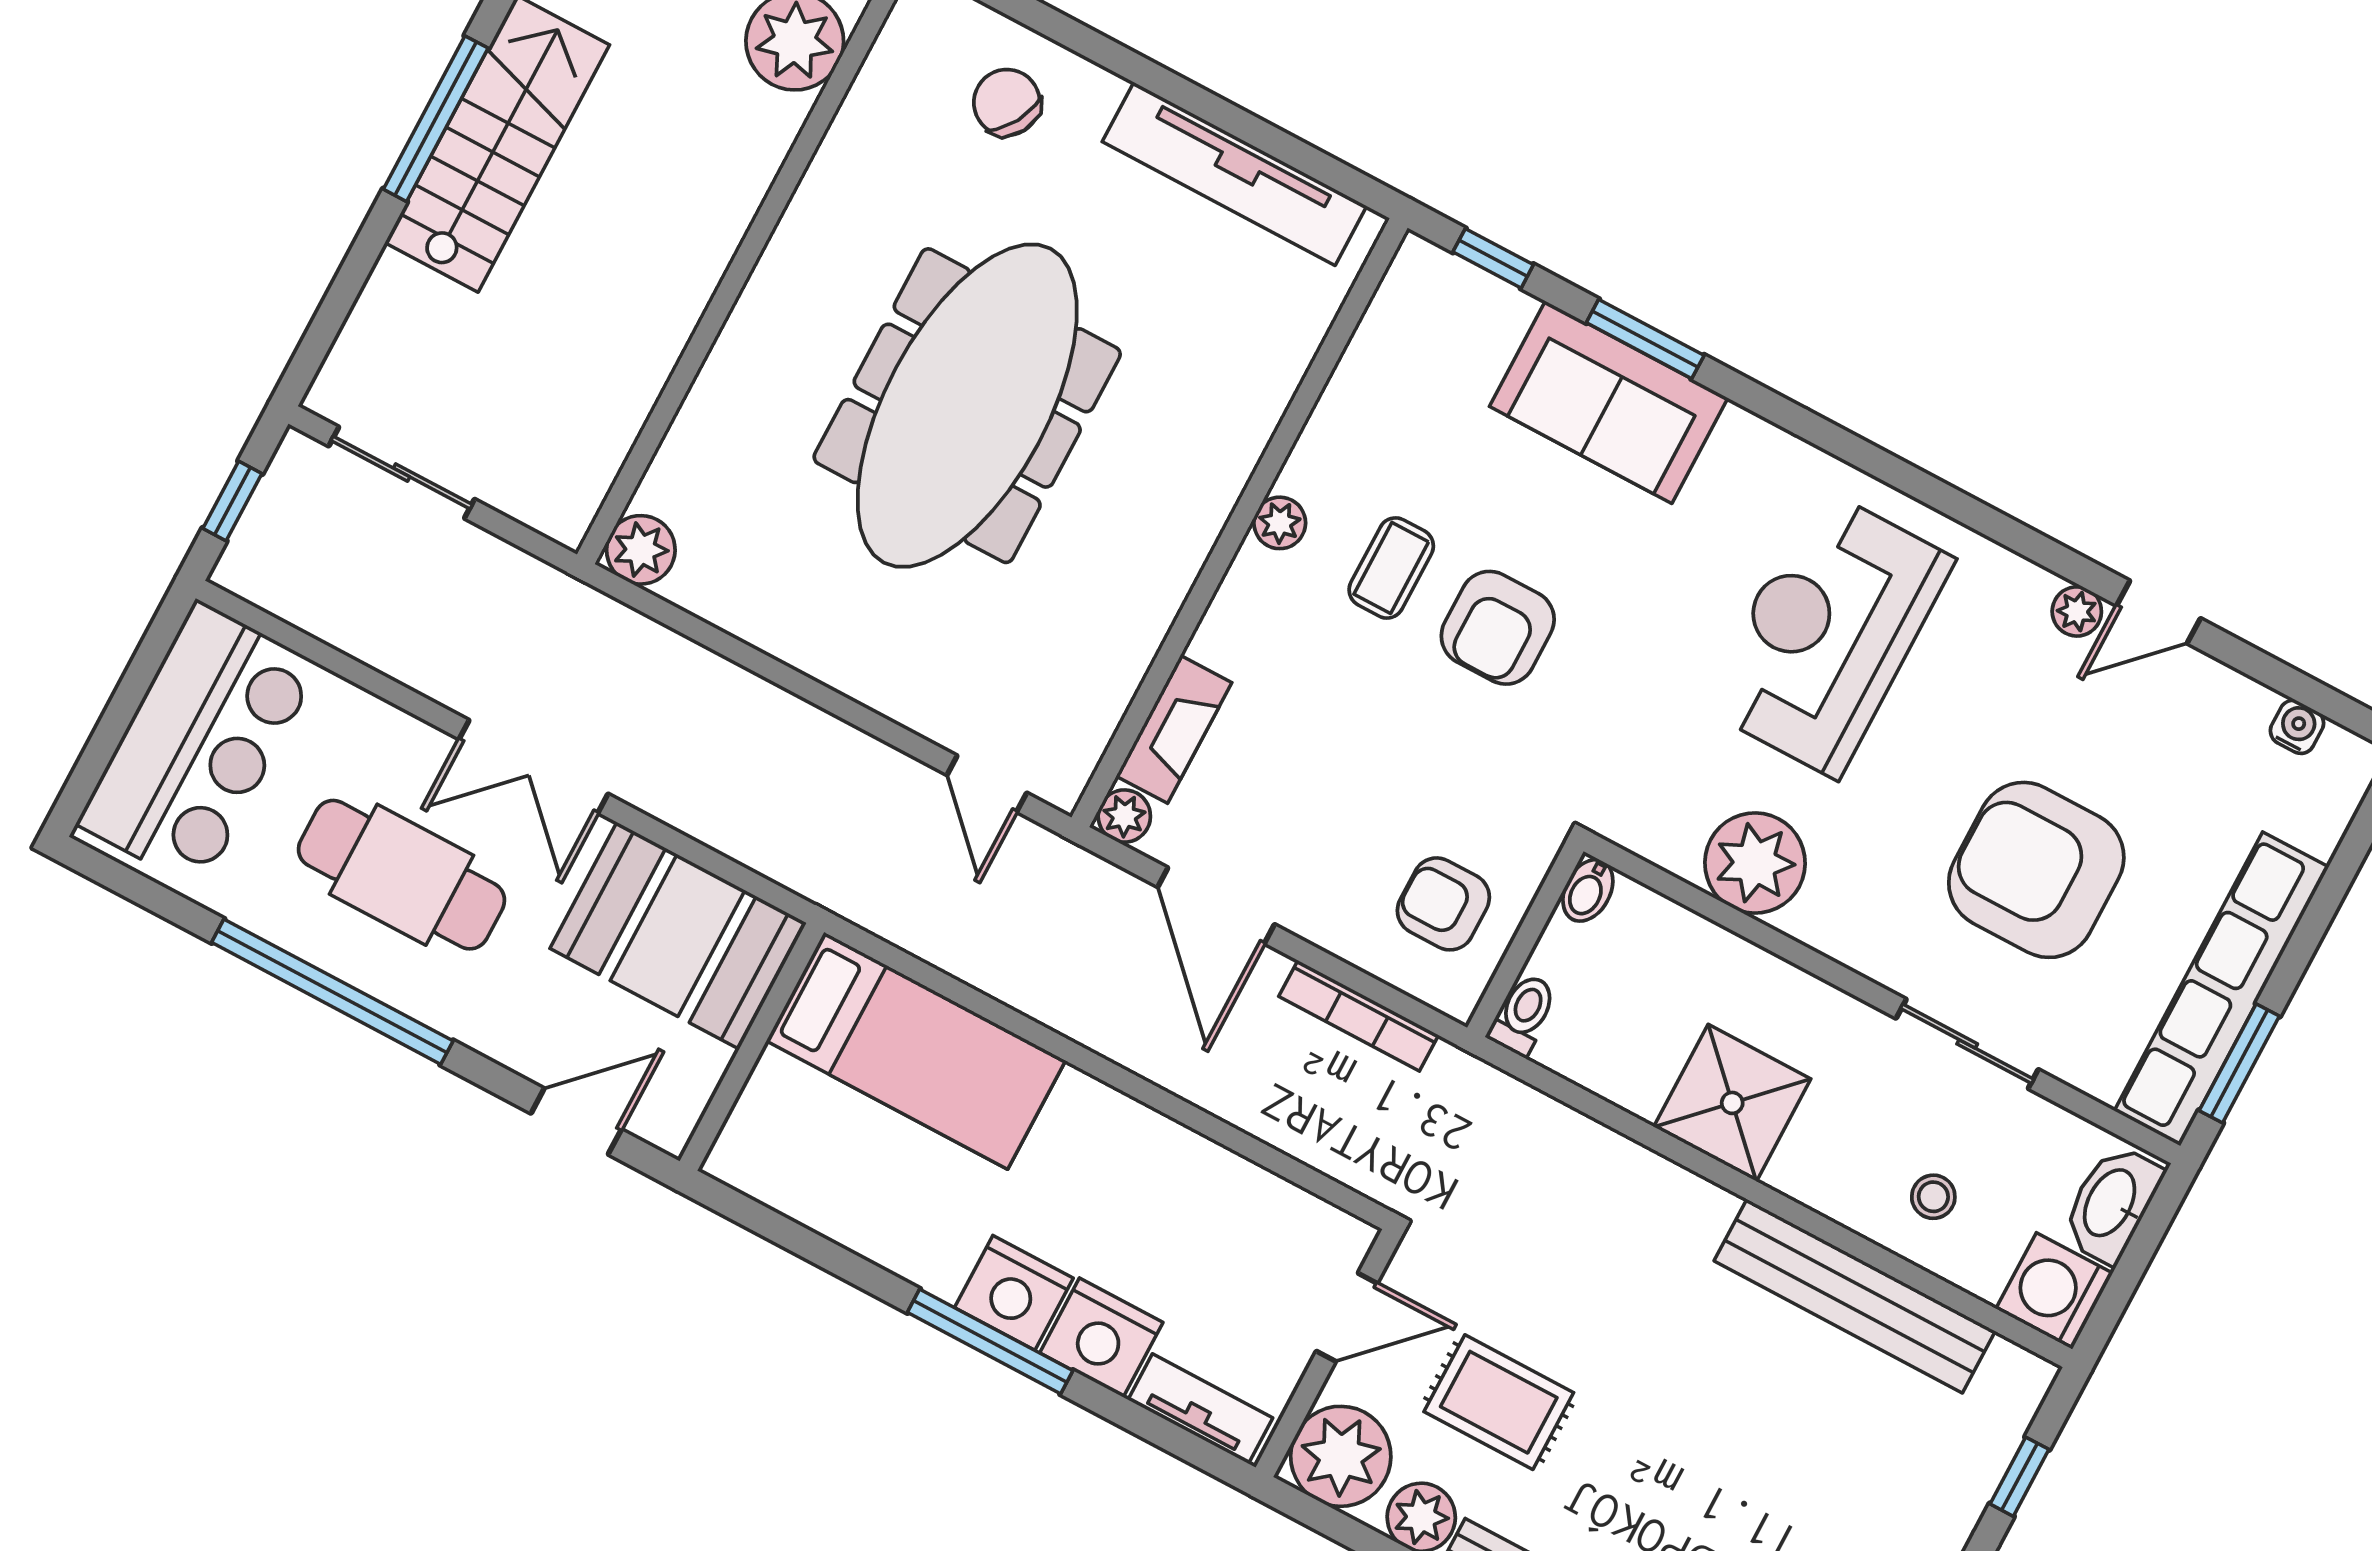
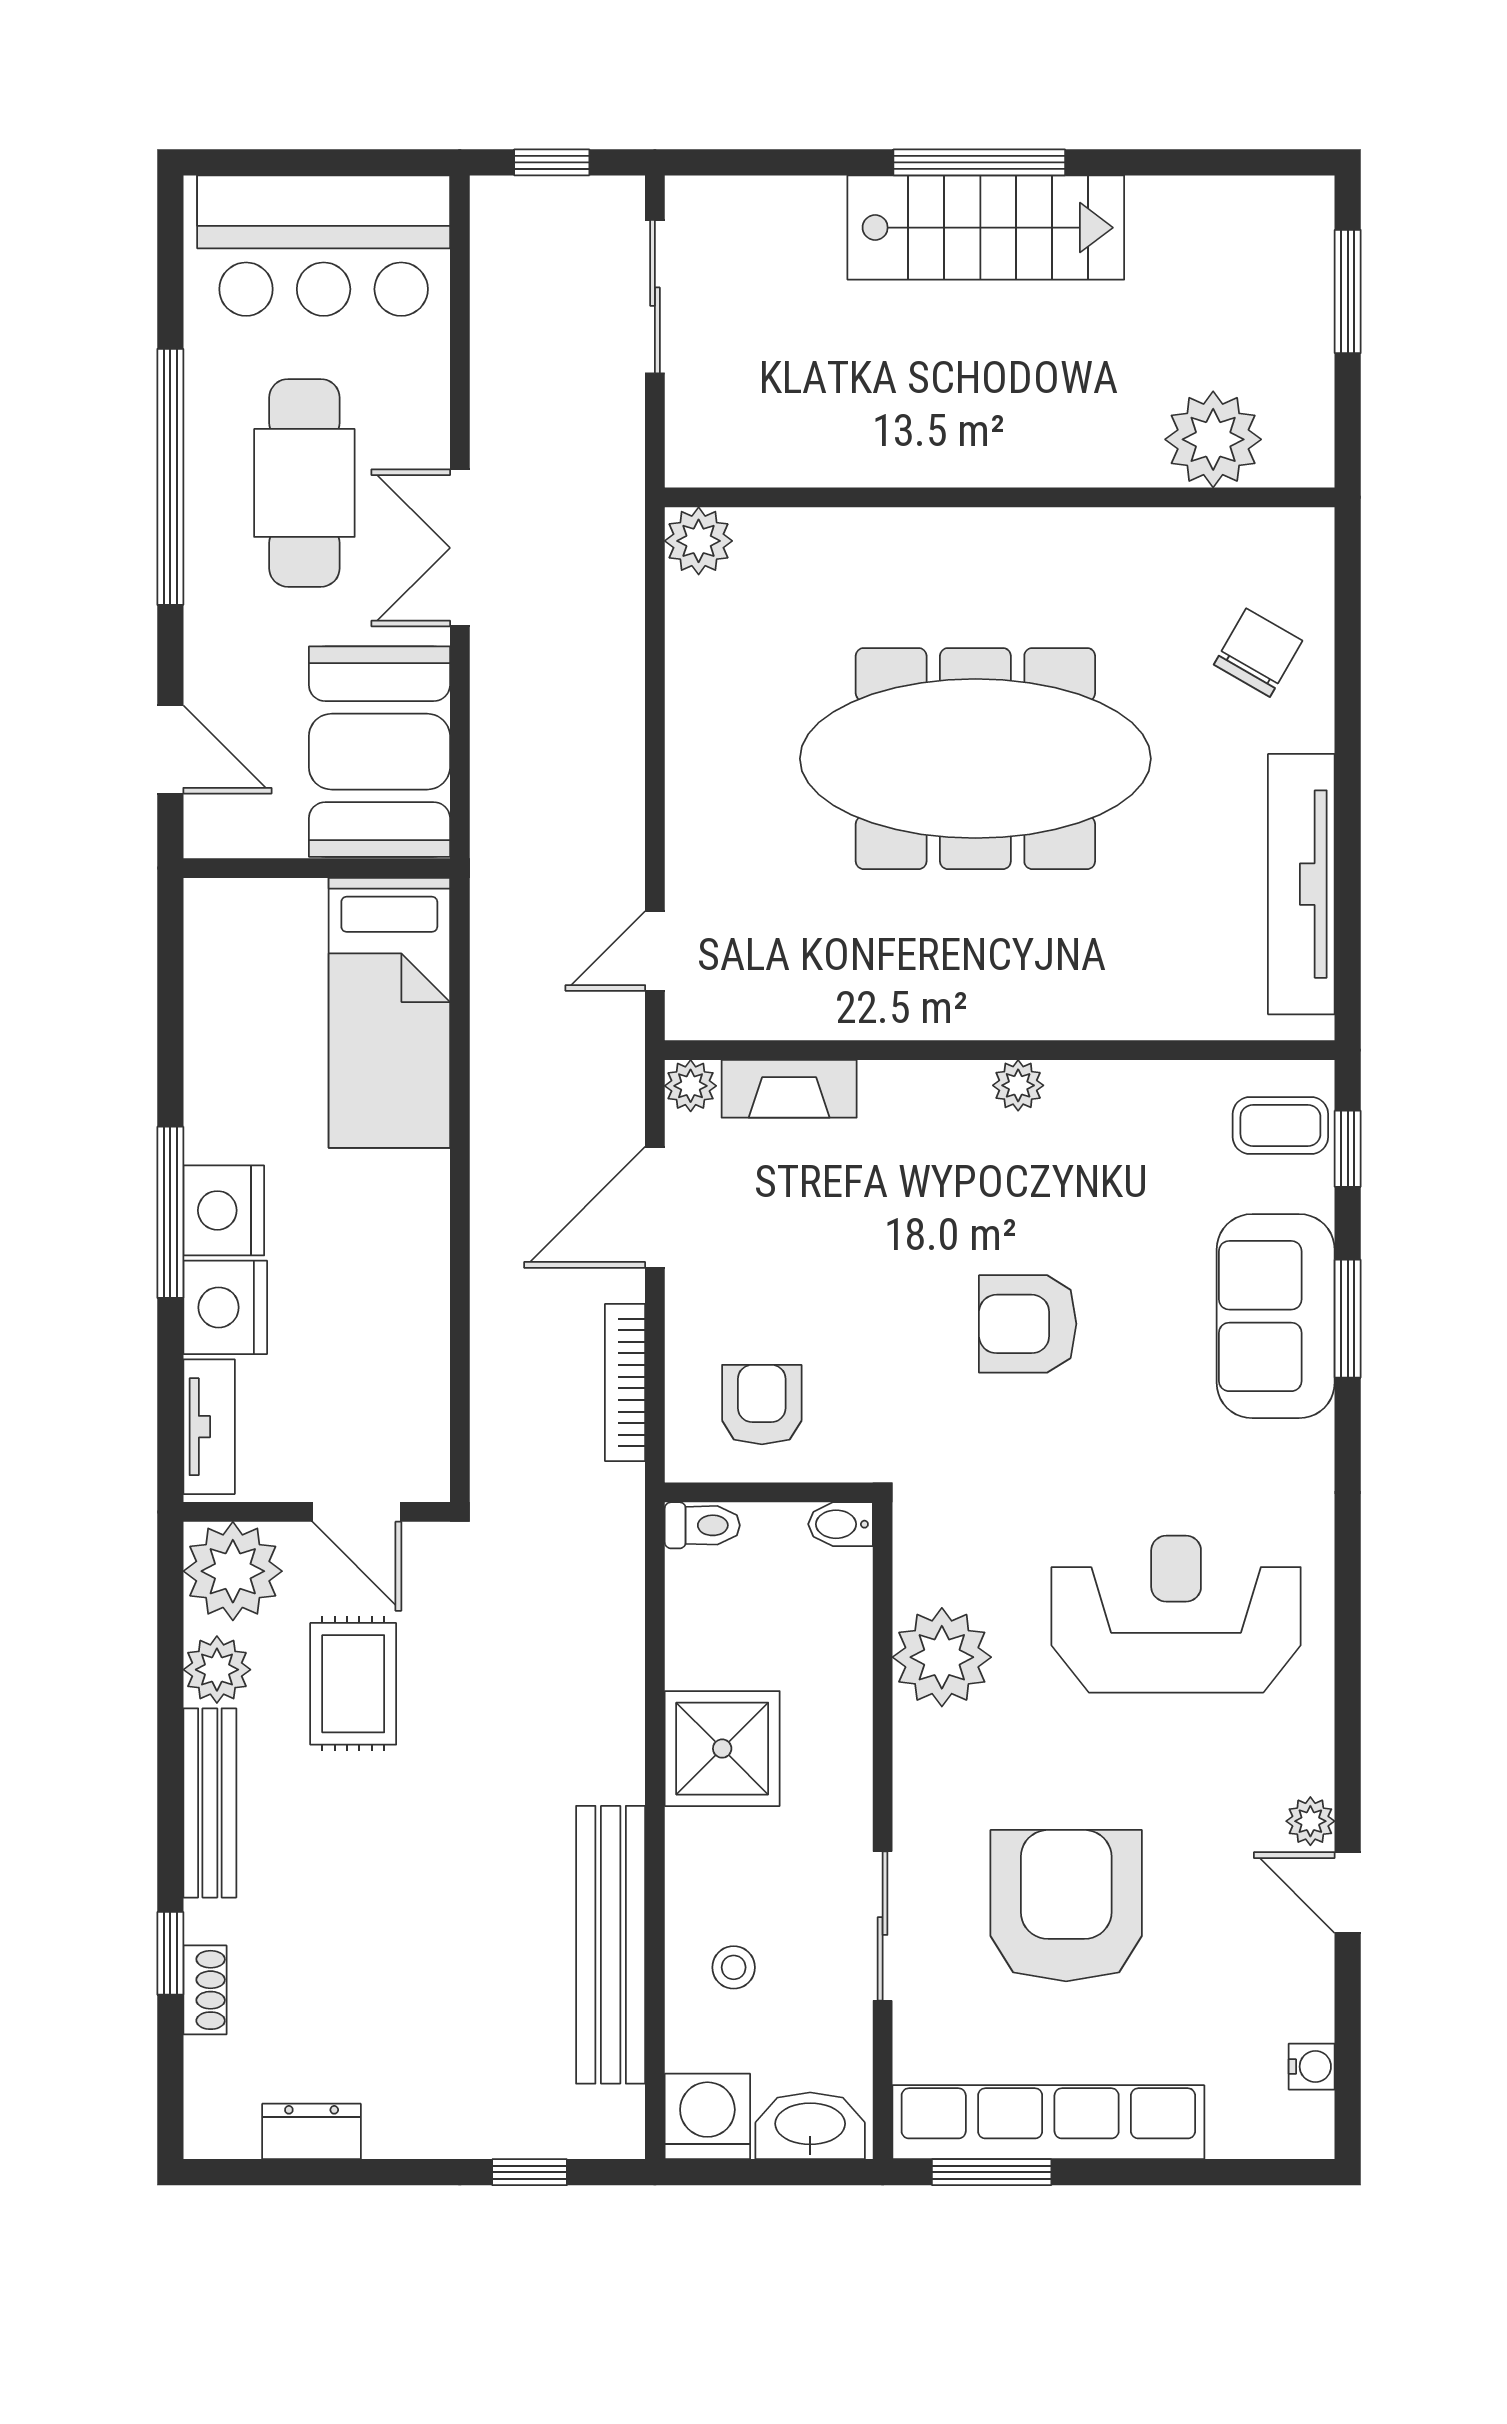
coffee table: (1391, 568) -> (1280, 1125), moved

